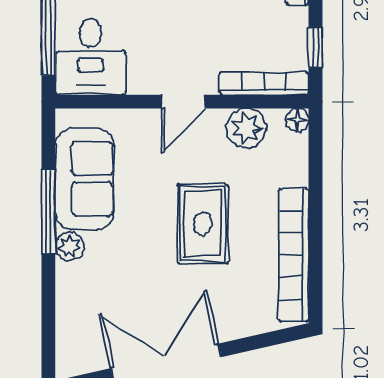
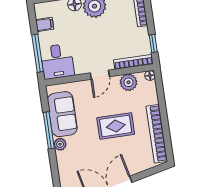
rug: (203, 224) -> (116, 126), turned 90

